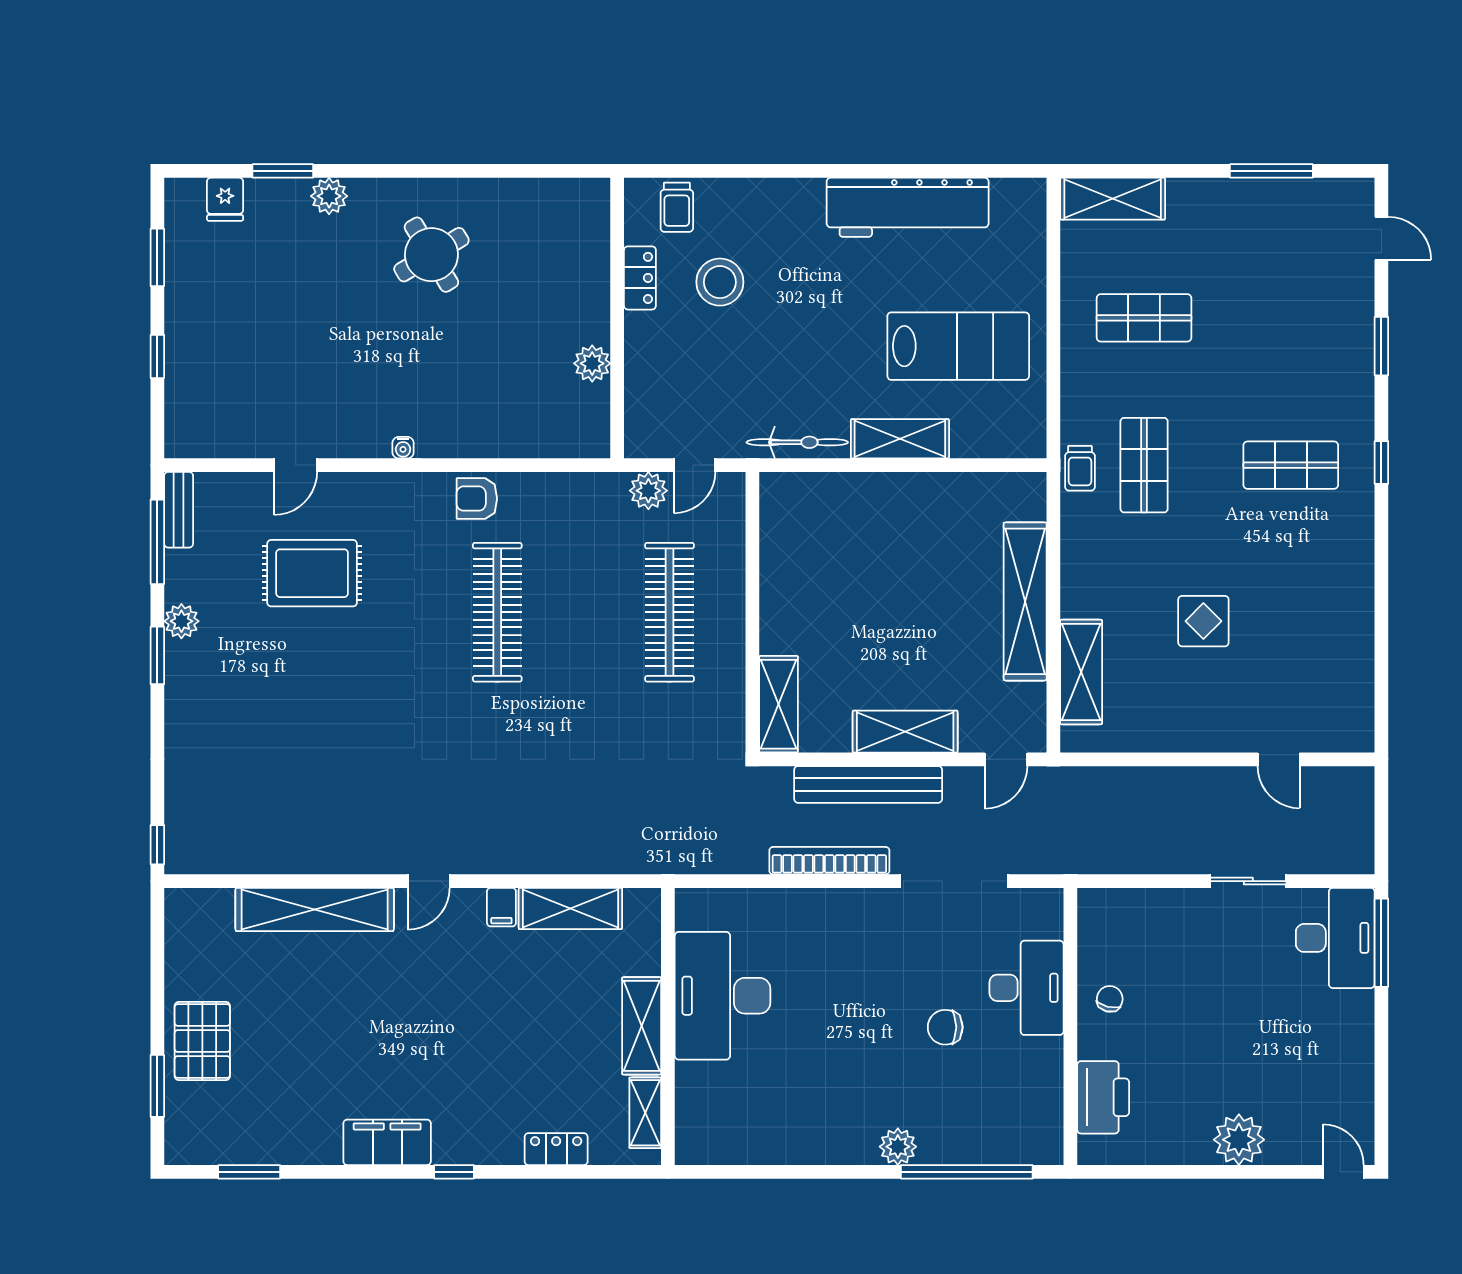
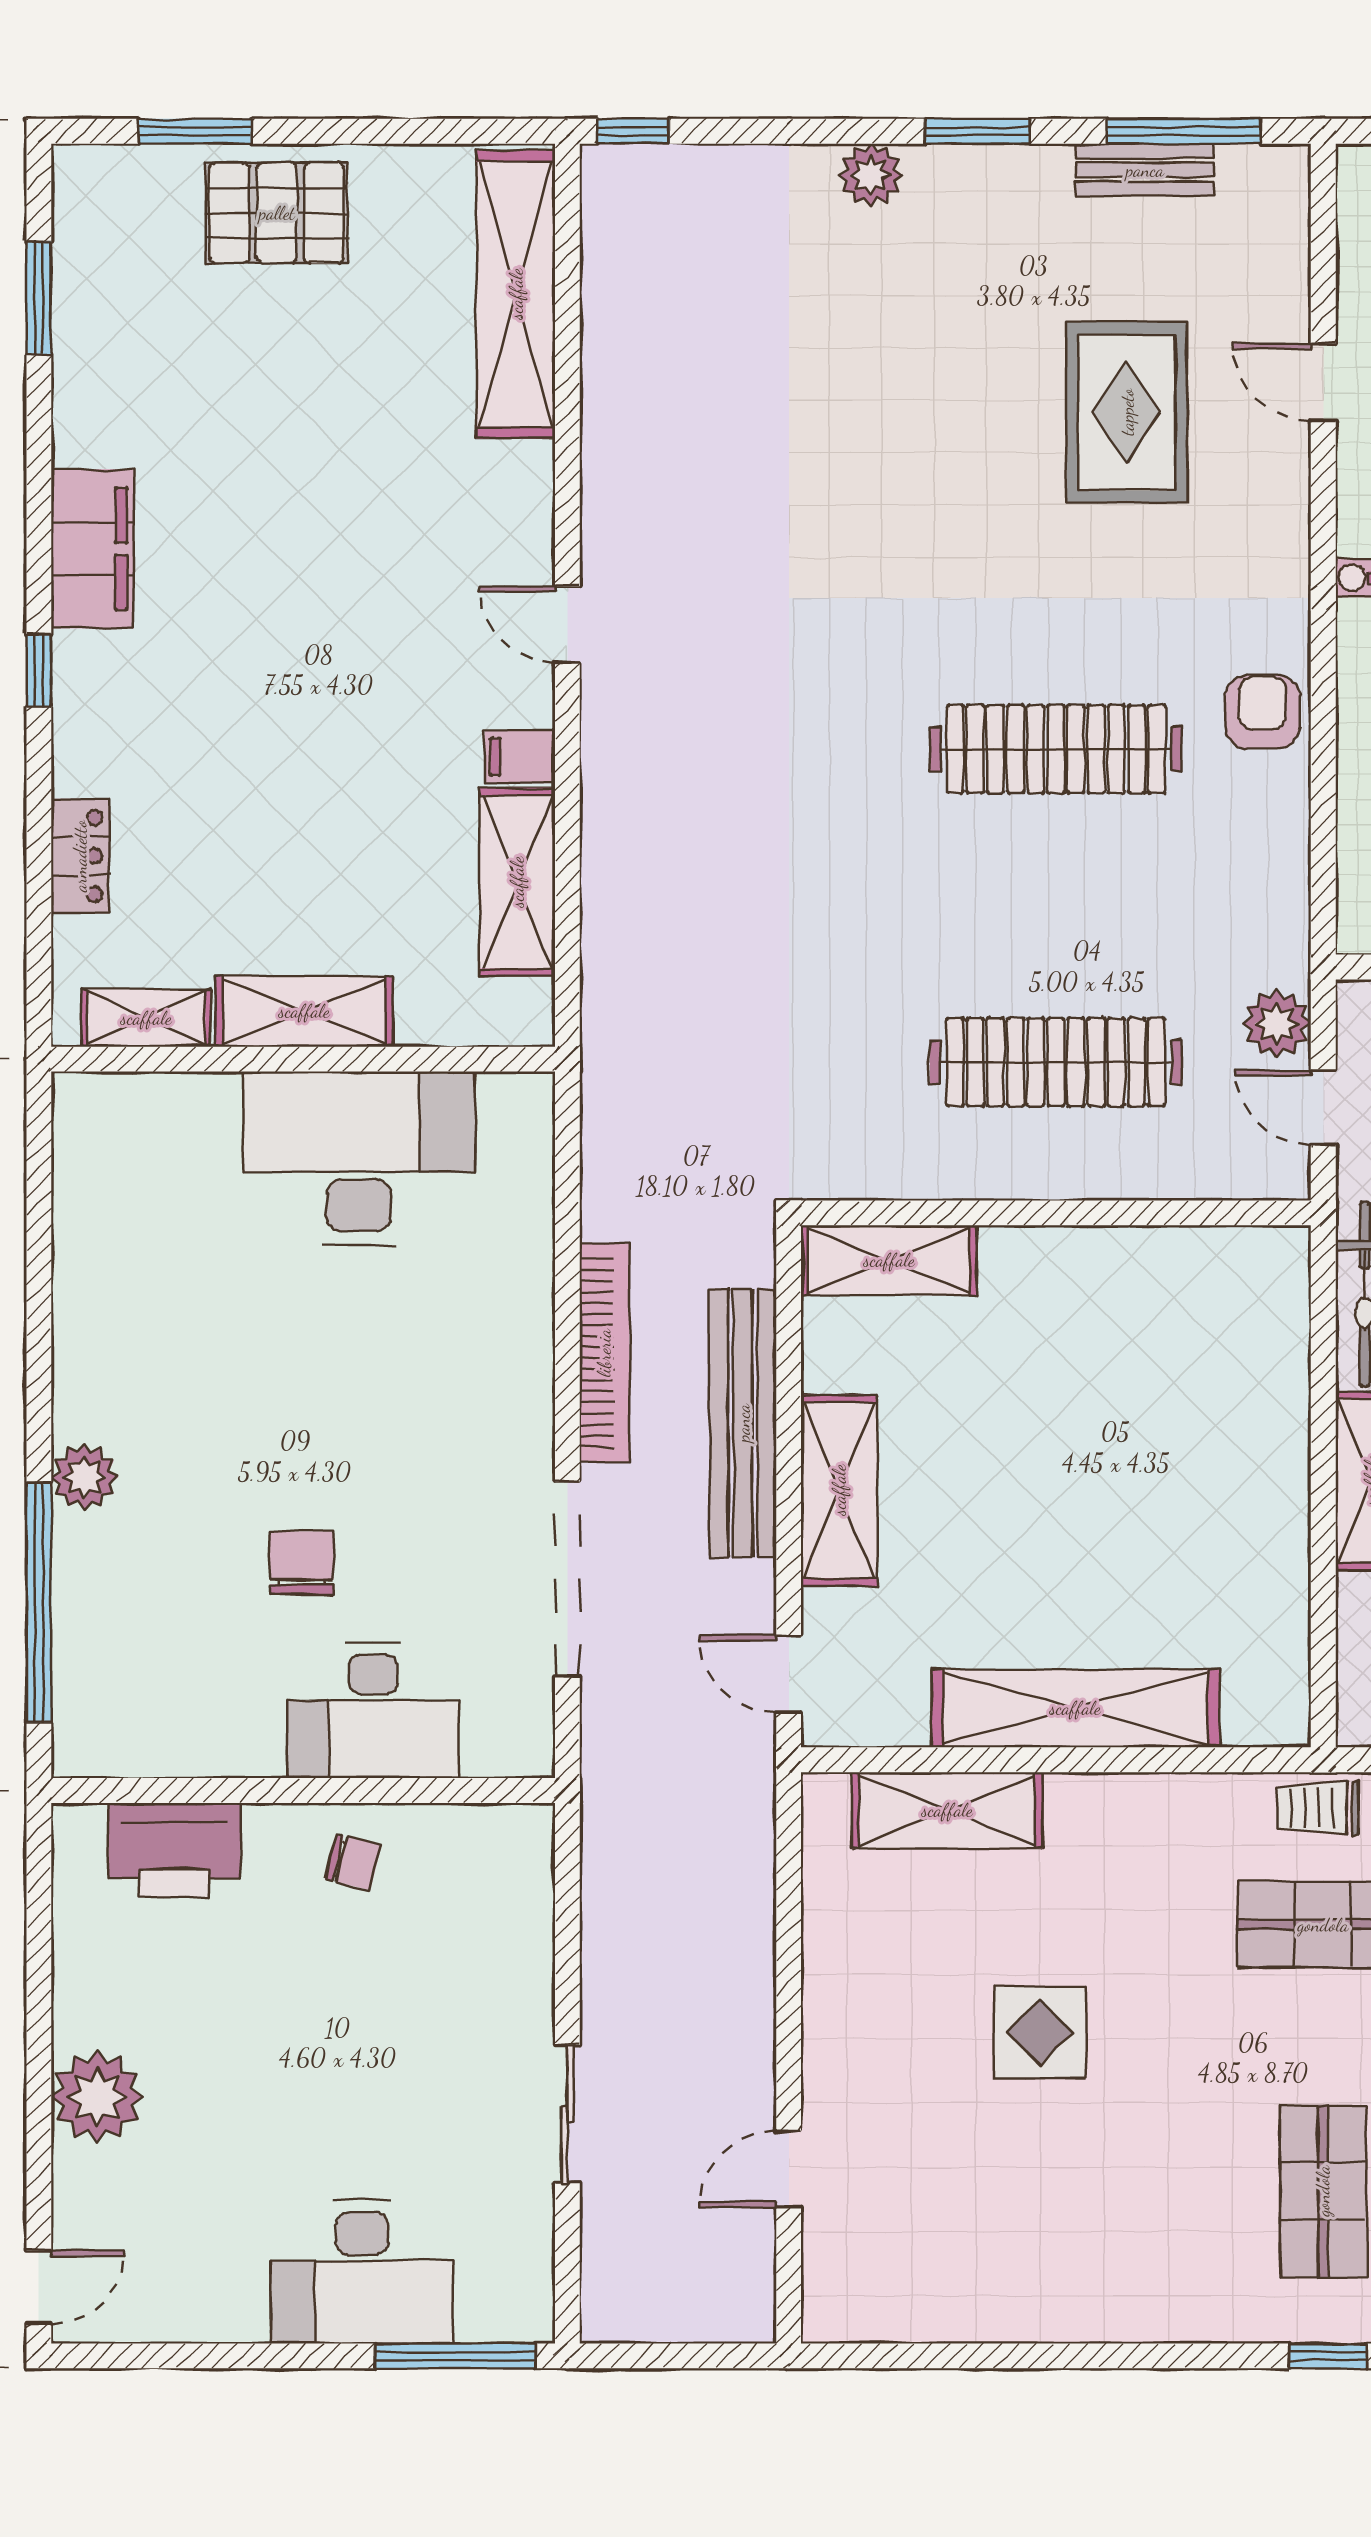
bench: (179, 510) -> (1145, 170), moved
plant: (181, 621) -> (871, 175), moved
shelving: (315, 909) -> (516, 294), moved
desk: (1335, 938) -> (362, 2272), moved

